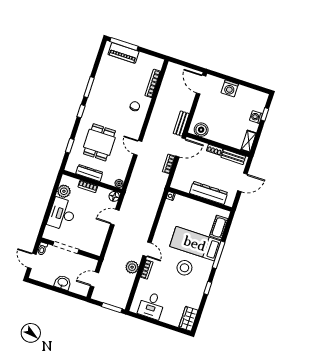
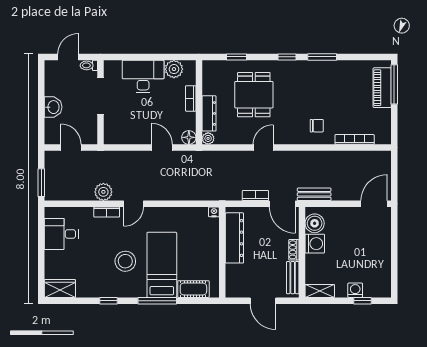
washing machine: (230, 88) -> (315, 244), moved, turned 180
dining table: (99, 142) -> (254, 95), turned 90
dresser: (89, 173) -> (209, 113), moved
dresser: (209, 193) -> (234, 238), moved

